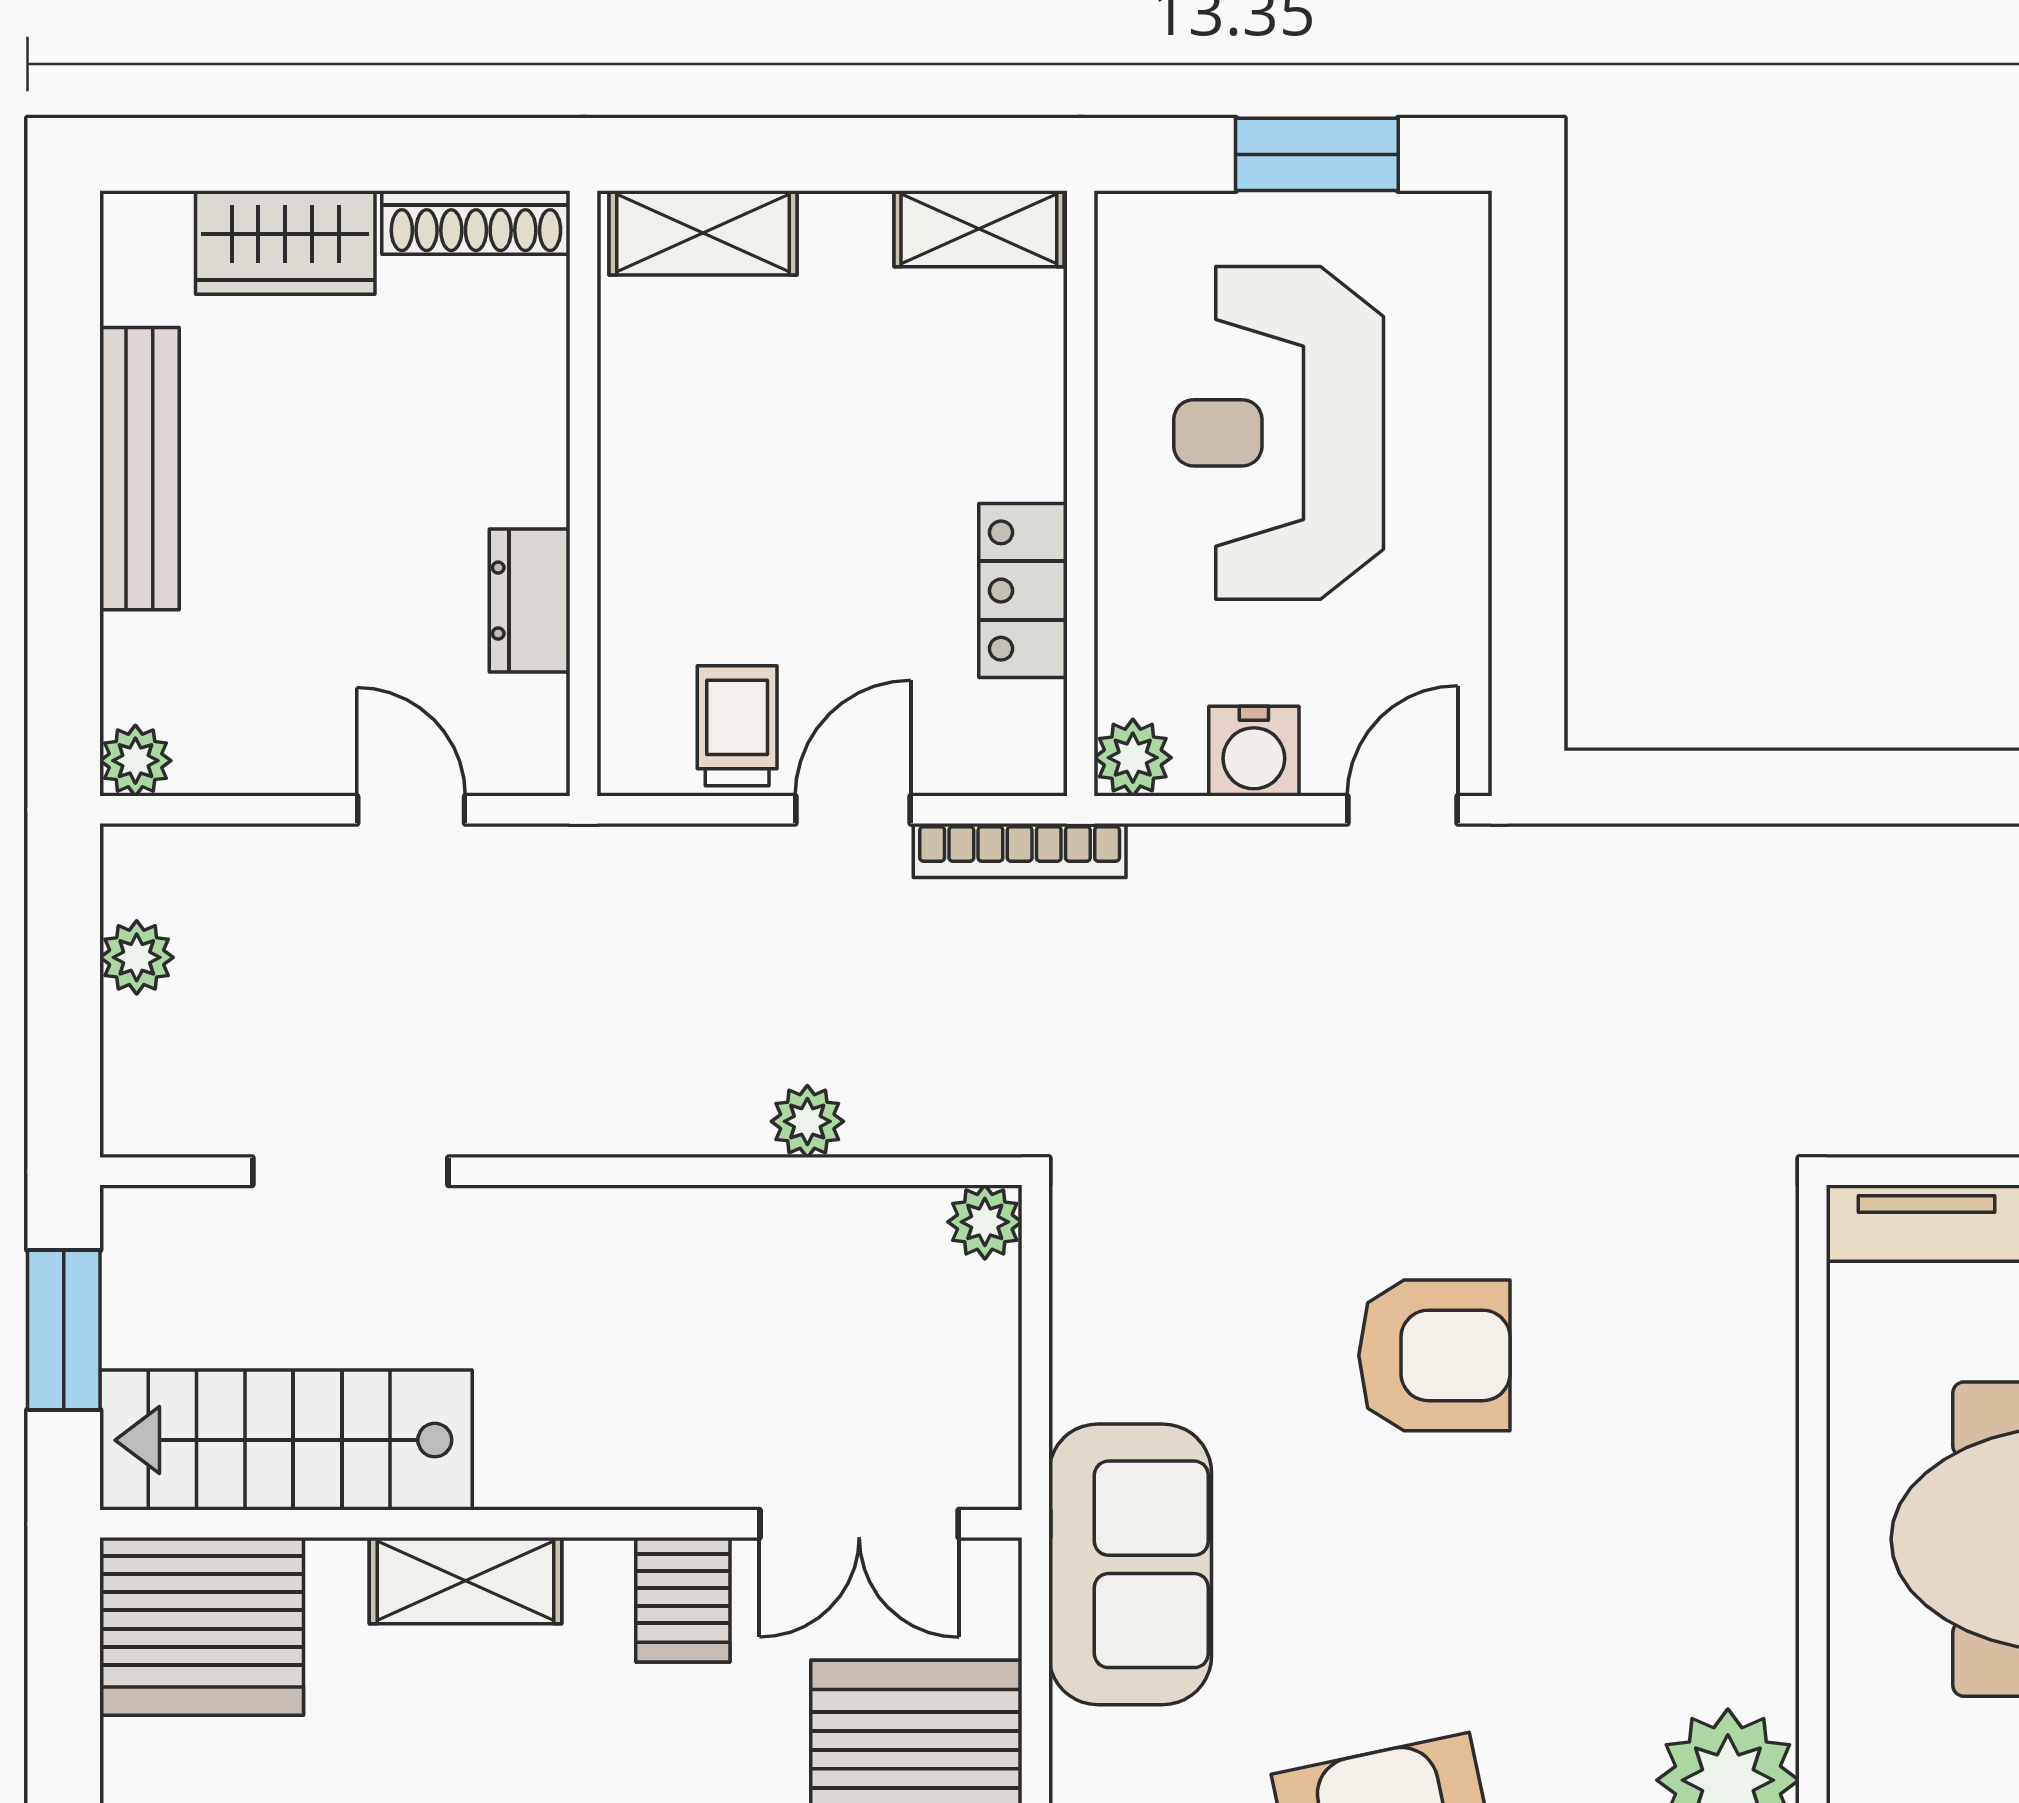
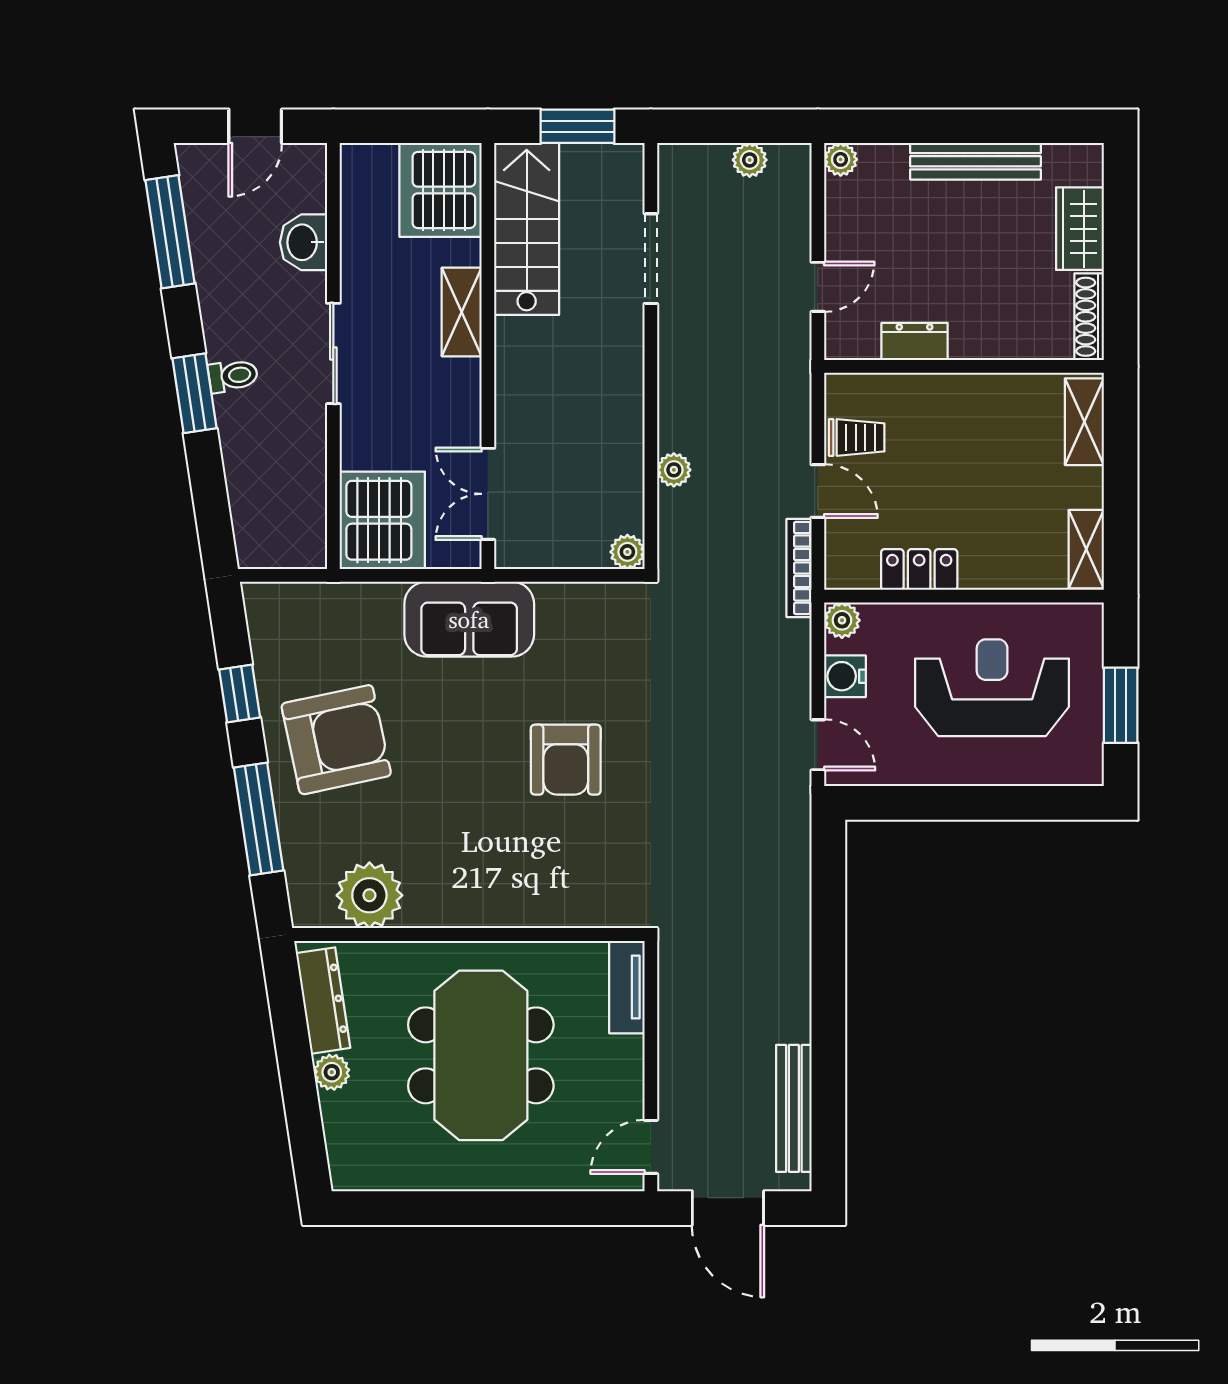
server rack: (683, 1600) -> (453, 412), removed

